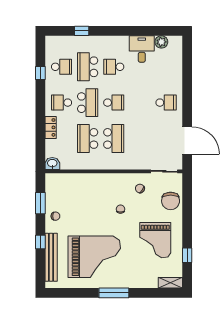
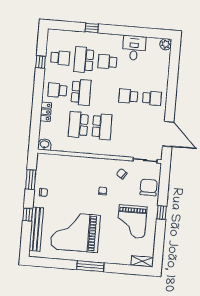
window: (82, 31) -> (92, 28), moved
plant: (161, 42) -> (166, 44), moved
school desk: (114, 103) -> (128, 96), moved, turned 180
chair: (171, 201) -> (149, 187), turned 180
window: (187, 255) -> (162, 212), moved
grand piano: (94, 257) -> (75, 232), turned 180

